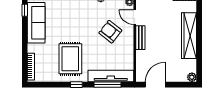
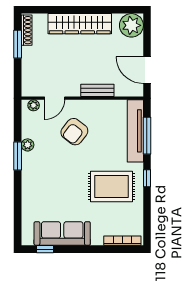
bench: (140, 38) -> (97, 90), moved
plant: (192, 77) -> (131, 25), width x1.87, depth x1.87

